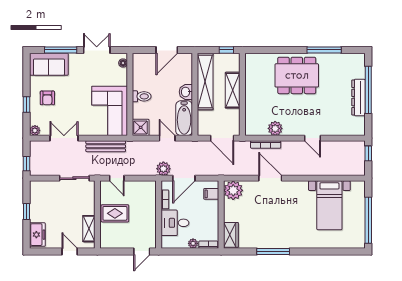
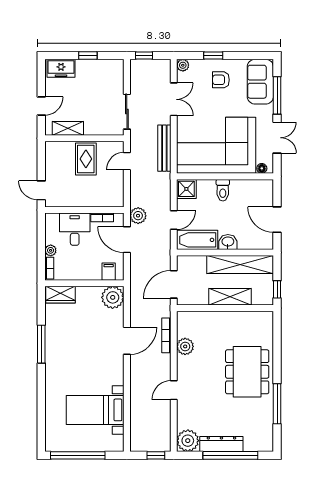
corner sofa: (110, 111) -> (216, 145), width x1.36, depth x1.36
plant: (356, 126) -> (188, 441), added

